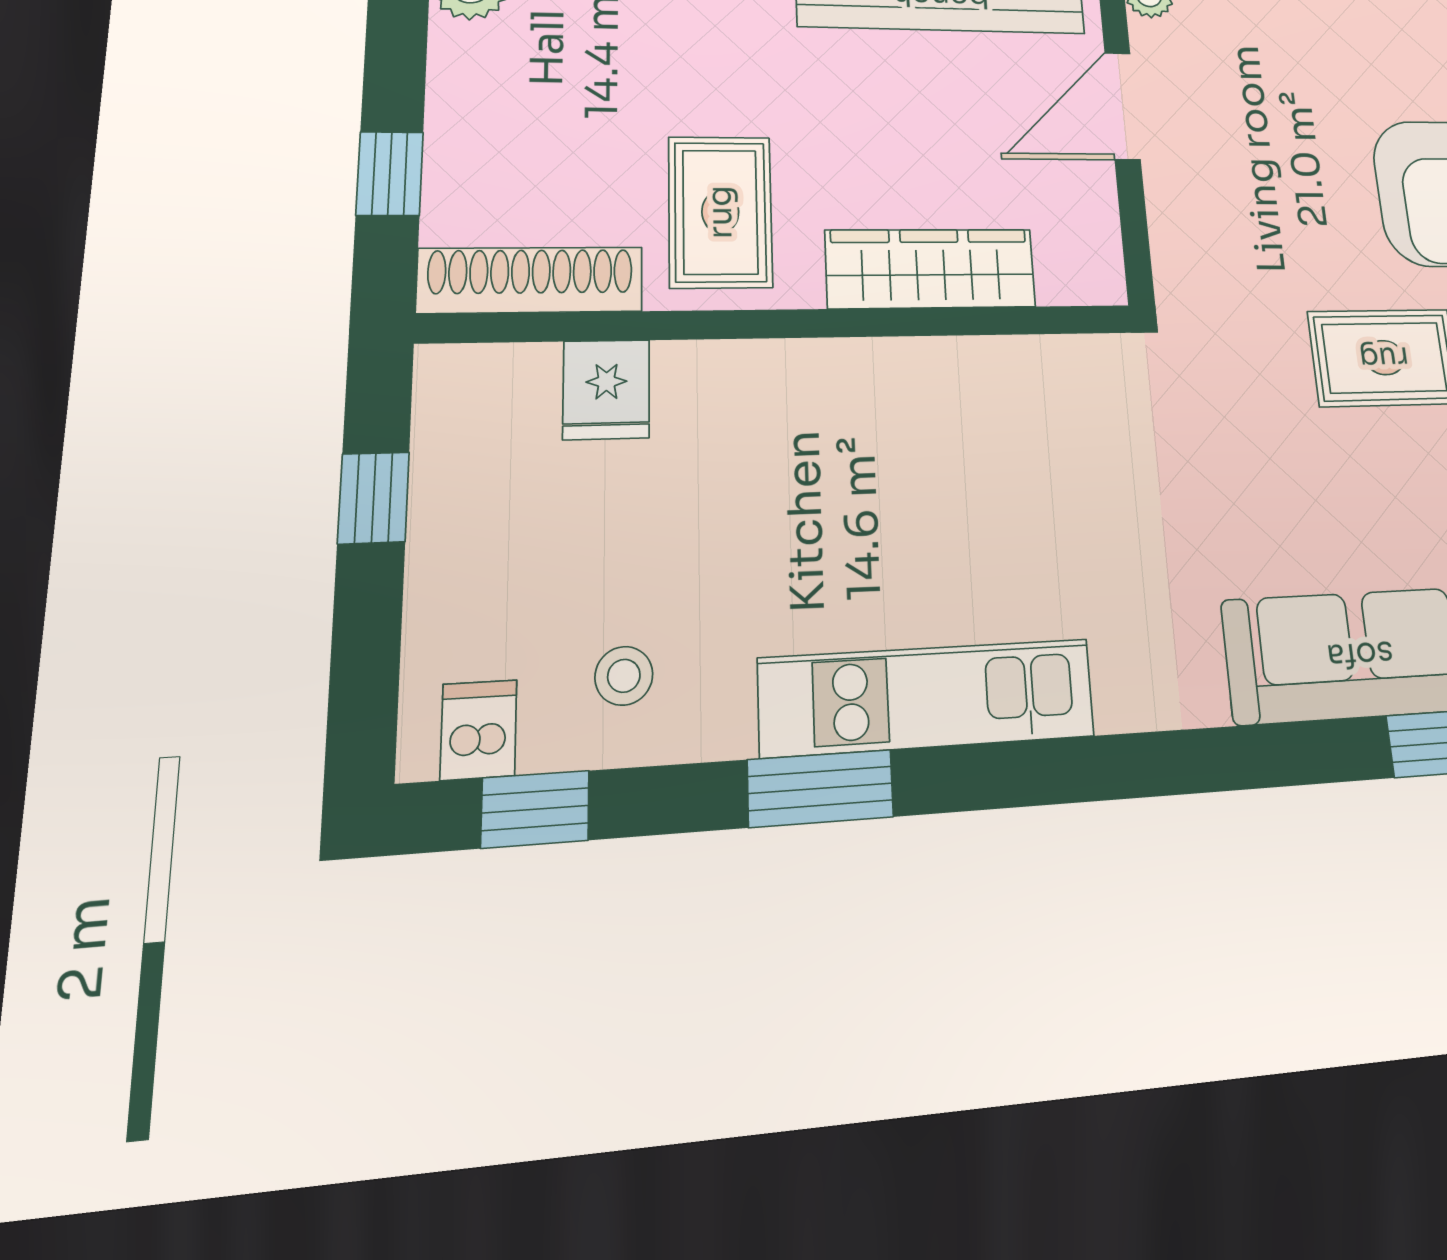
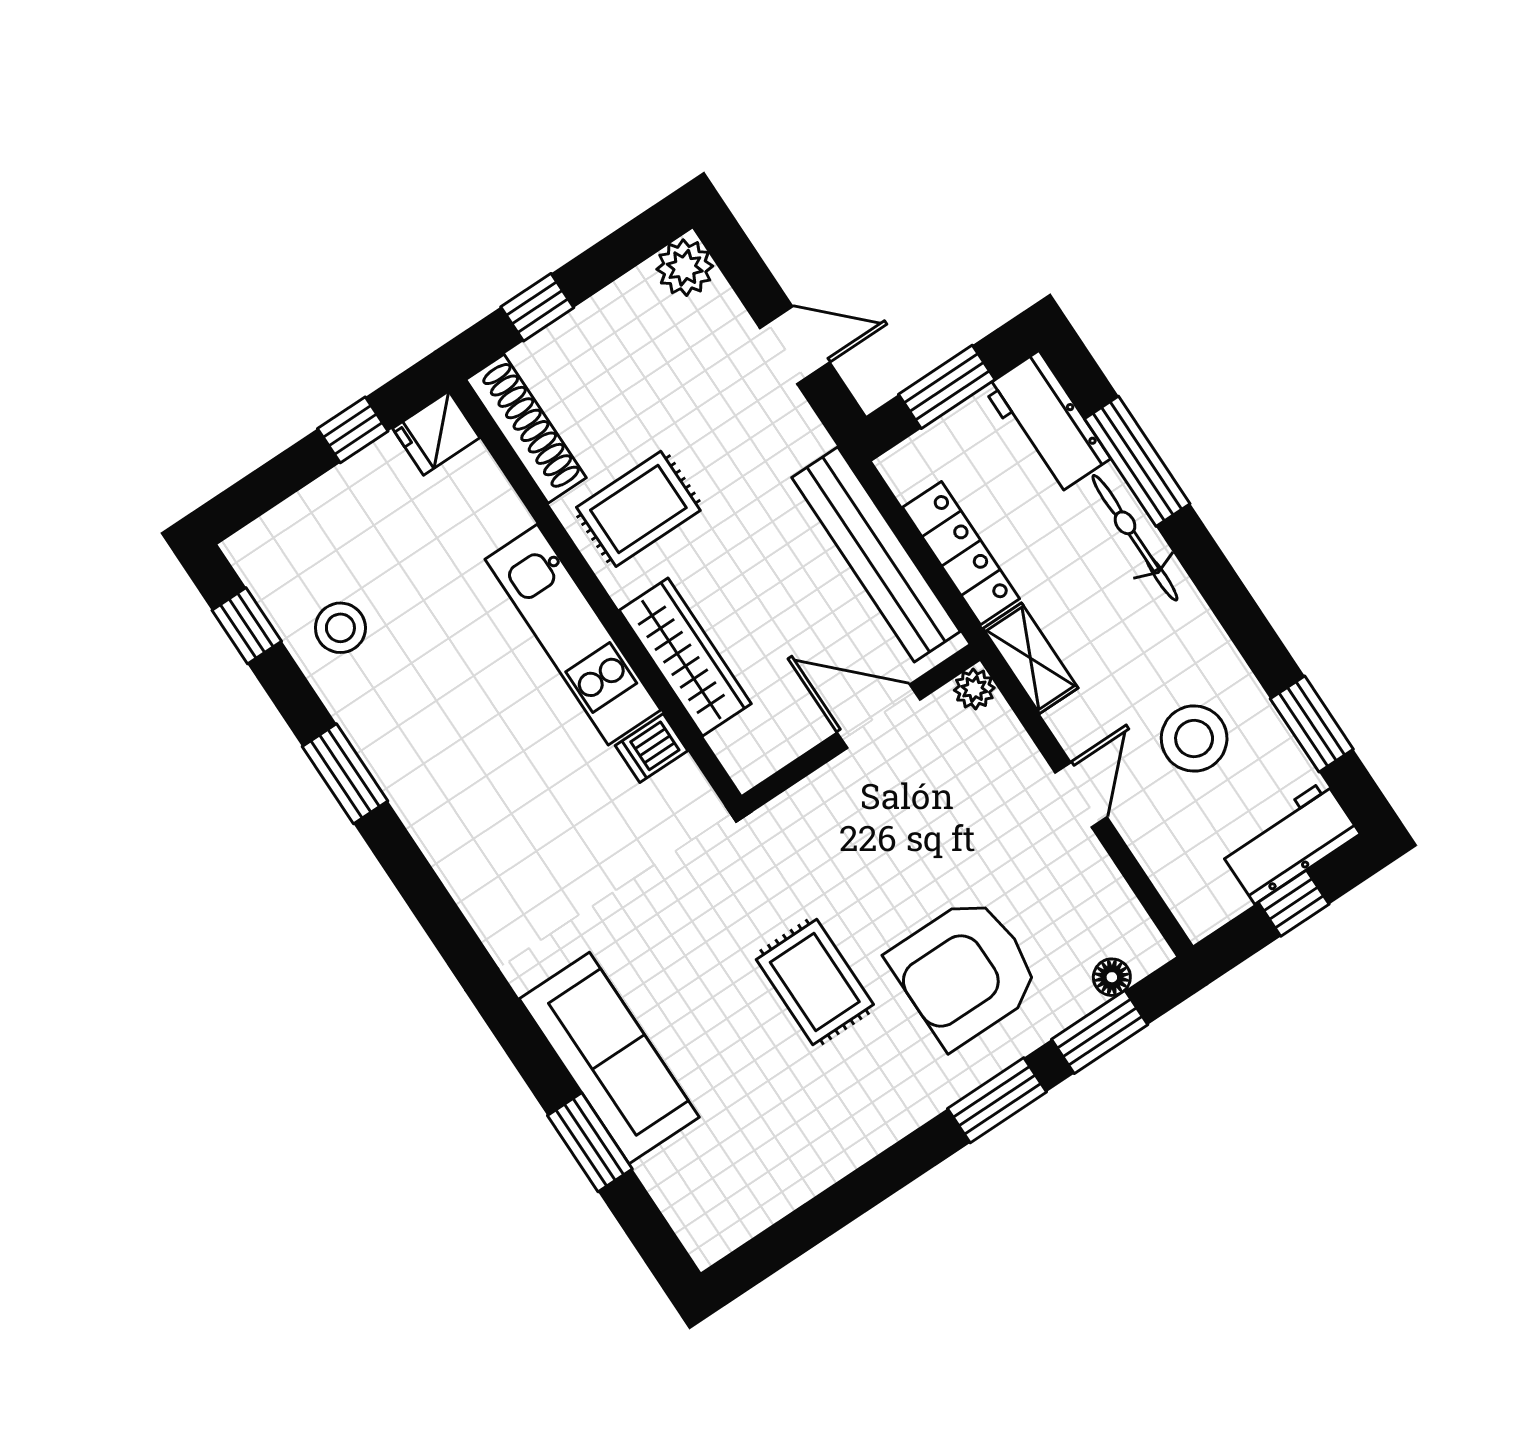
fridge: (606, 389) -> (436, 433), moved
stool: (624, 676) -> (340, 628), width x1.37, depth x1.37
kitchen unit: (928, 697) -> (573, 635), moved, turned 180
dishwasher: (479, 730) -> (651, 748), moved, turned 180

